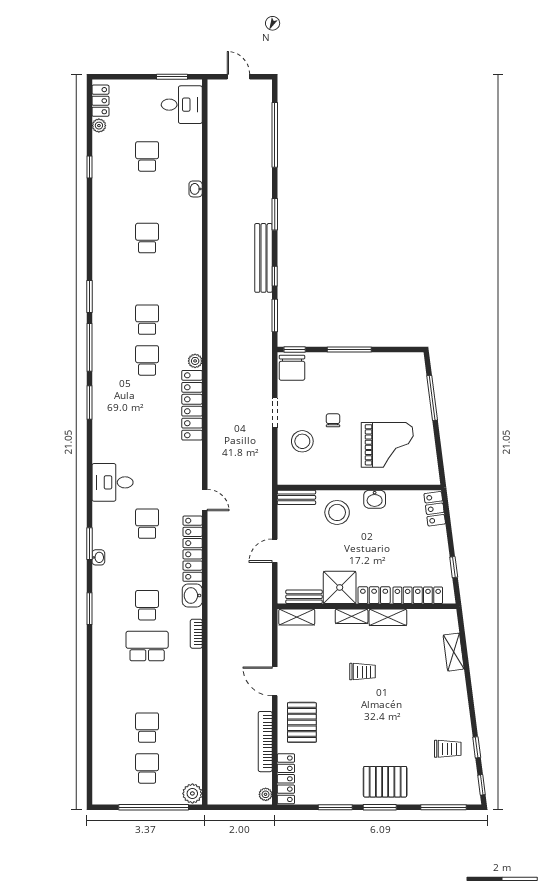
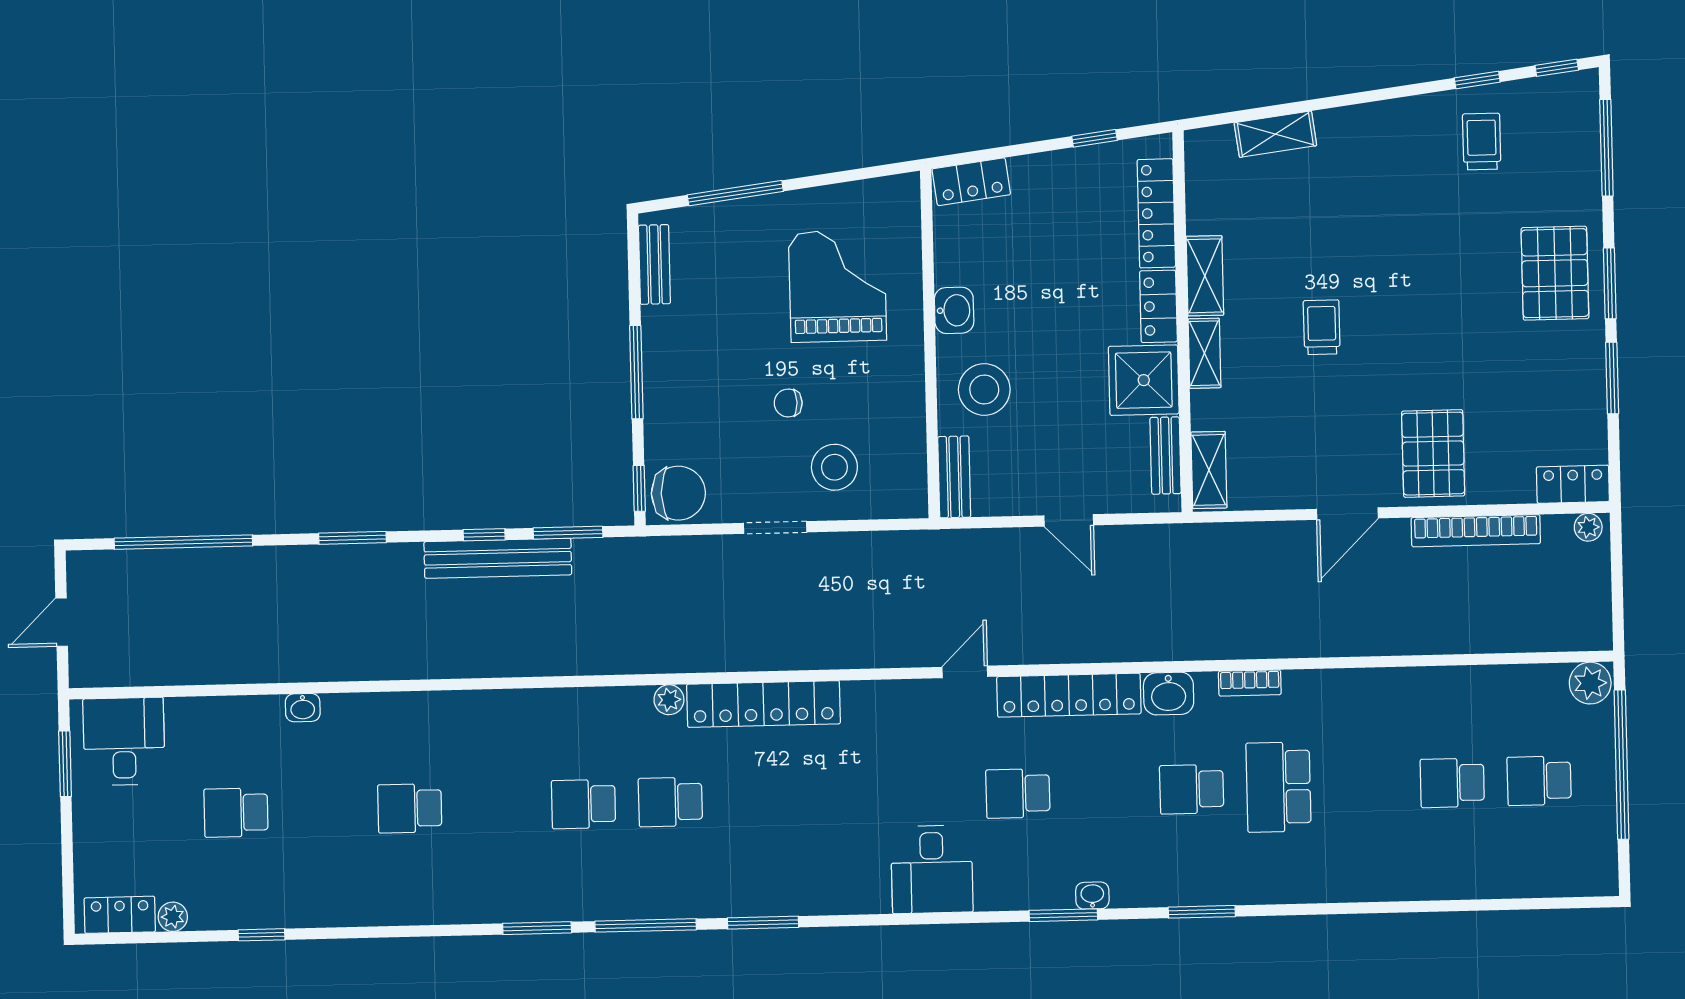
bench: (263, 258) -> (498, 558), moved
bench: (400, 359) -> (654, 264), added
pallet: (302, 722) -> (1433, 454), turned 90
locker: (286, 779) -> (1573, 484), width x0.66

